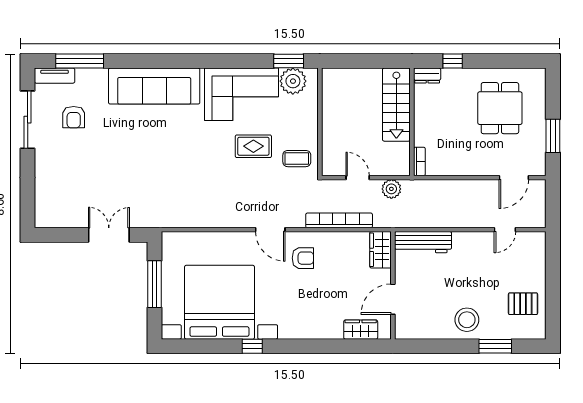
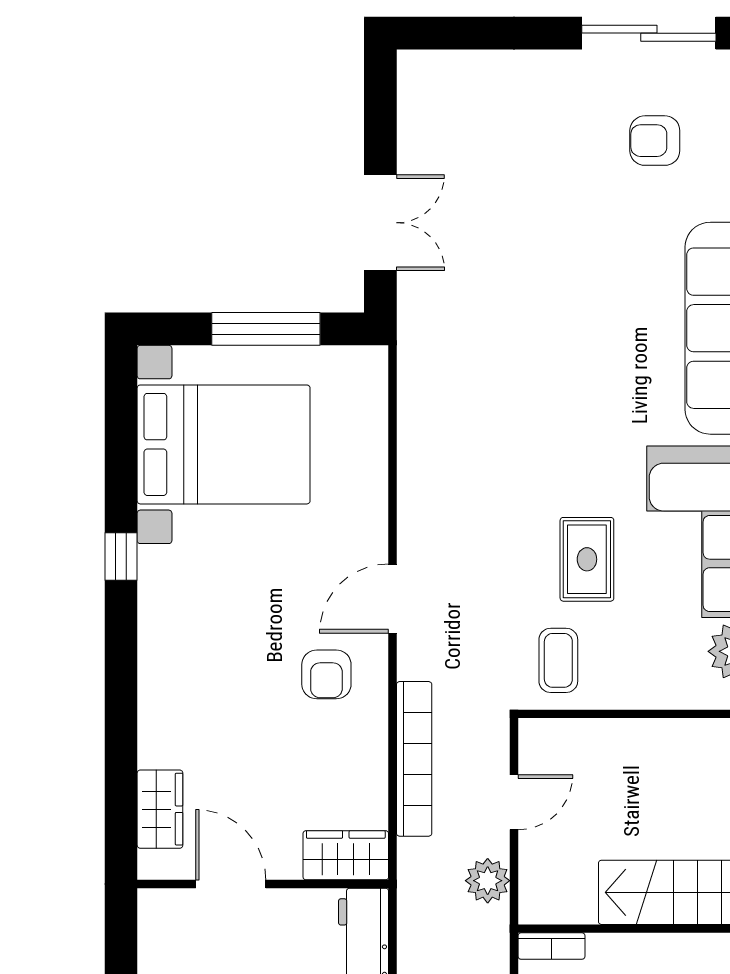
bed with nightstands: (219, 302) -> (224, 444), width x0.73

